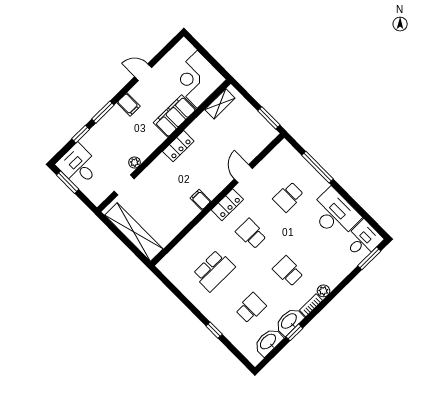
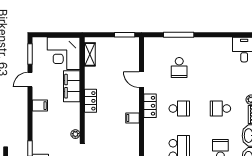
window: (103, 112) -> (30, 54), moved
desk: (334, 214) -> (214, 51), removed
school desk: (251, 234) -> (179, 109), turned 180

